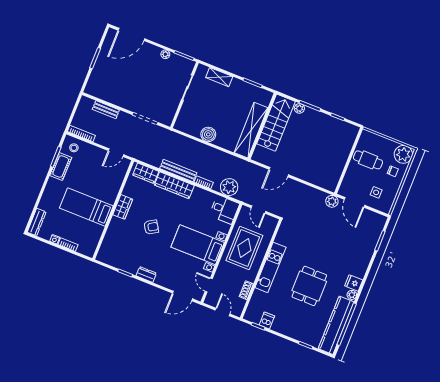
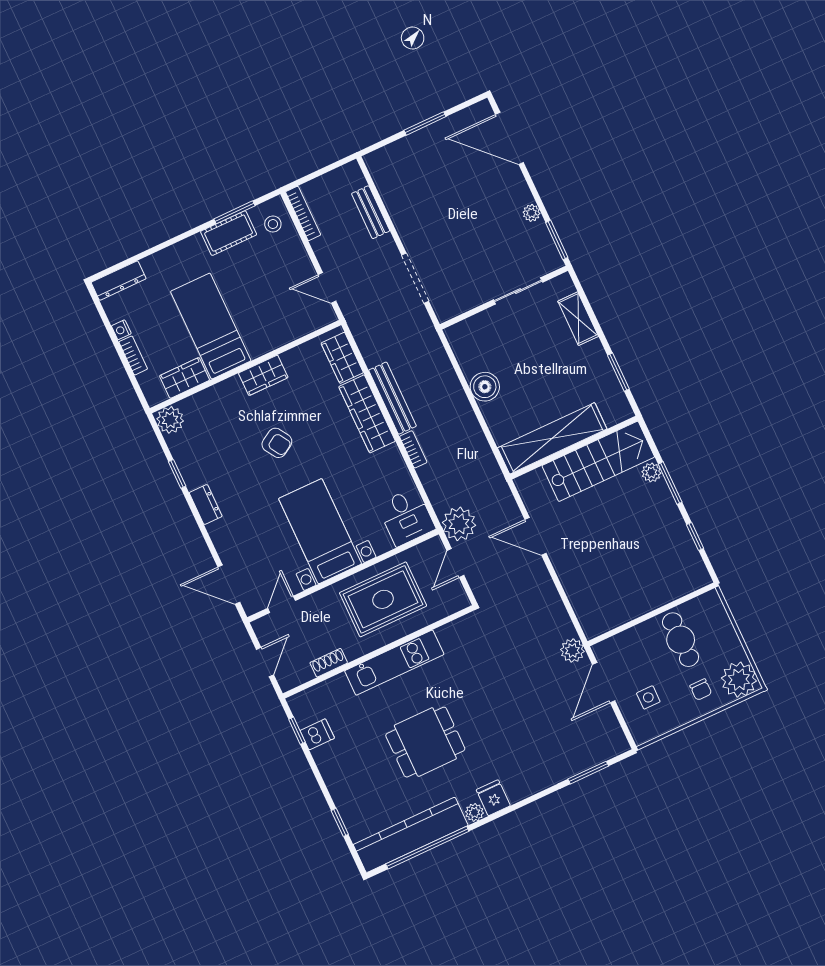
plant: (229, 187) -> (459, 524), moved
wardrobe: (95, 235) -> (185, 378), added
plant: (104, 256) -> (170, 420), added

